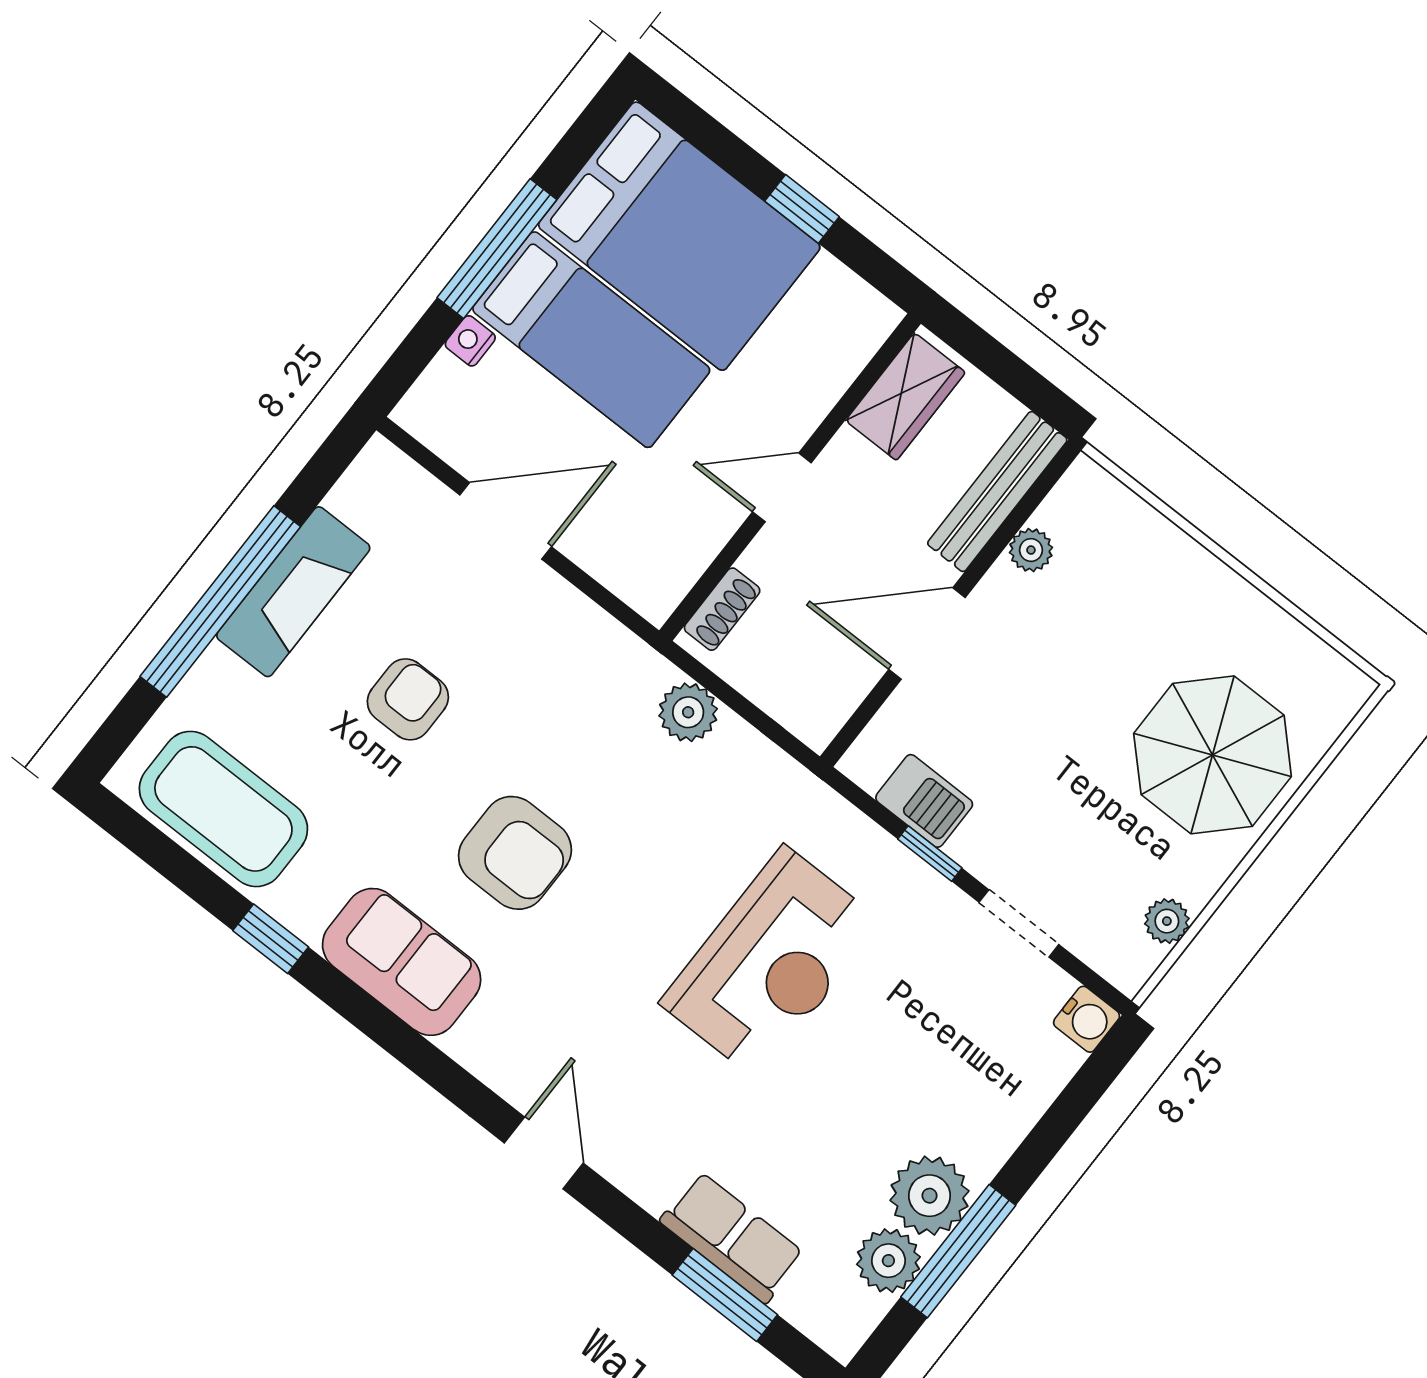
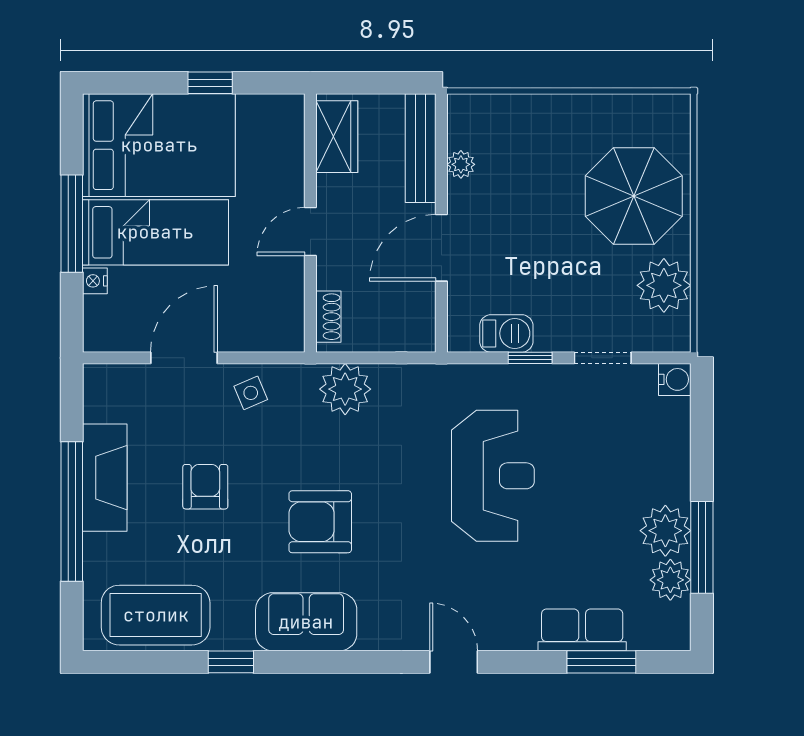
side table: (554, 628) -> (251, 393), added
plant: (688, 712) -> (345, 389), width x1.36, depth x1.36
armchair: (515, 853) -> (320, 522), turned 180
plant: (1167, 921) -> (664, 285), width x1.88, depth x1.88

